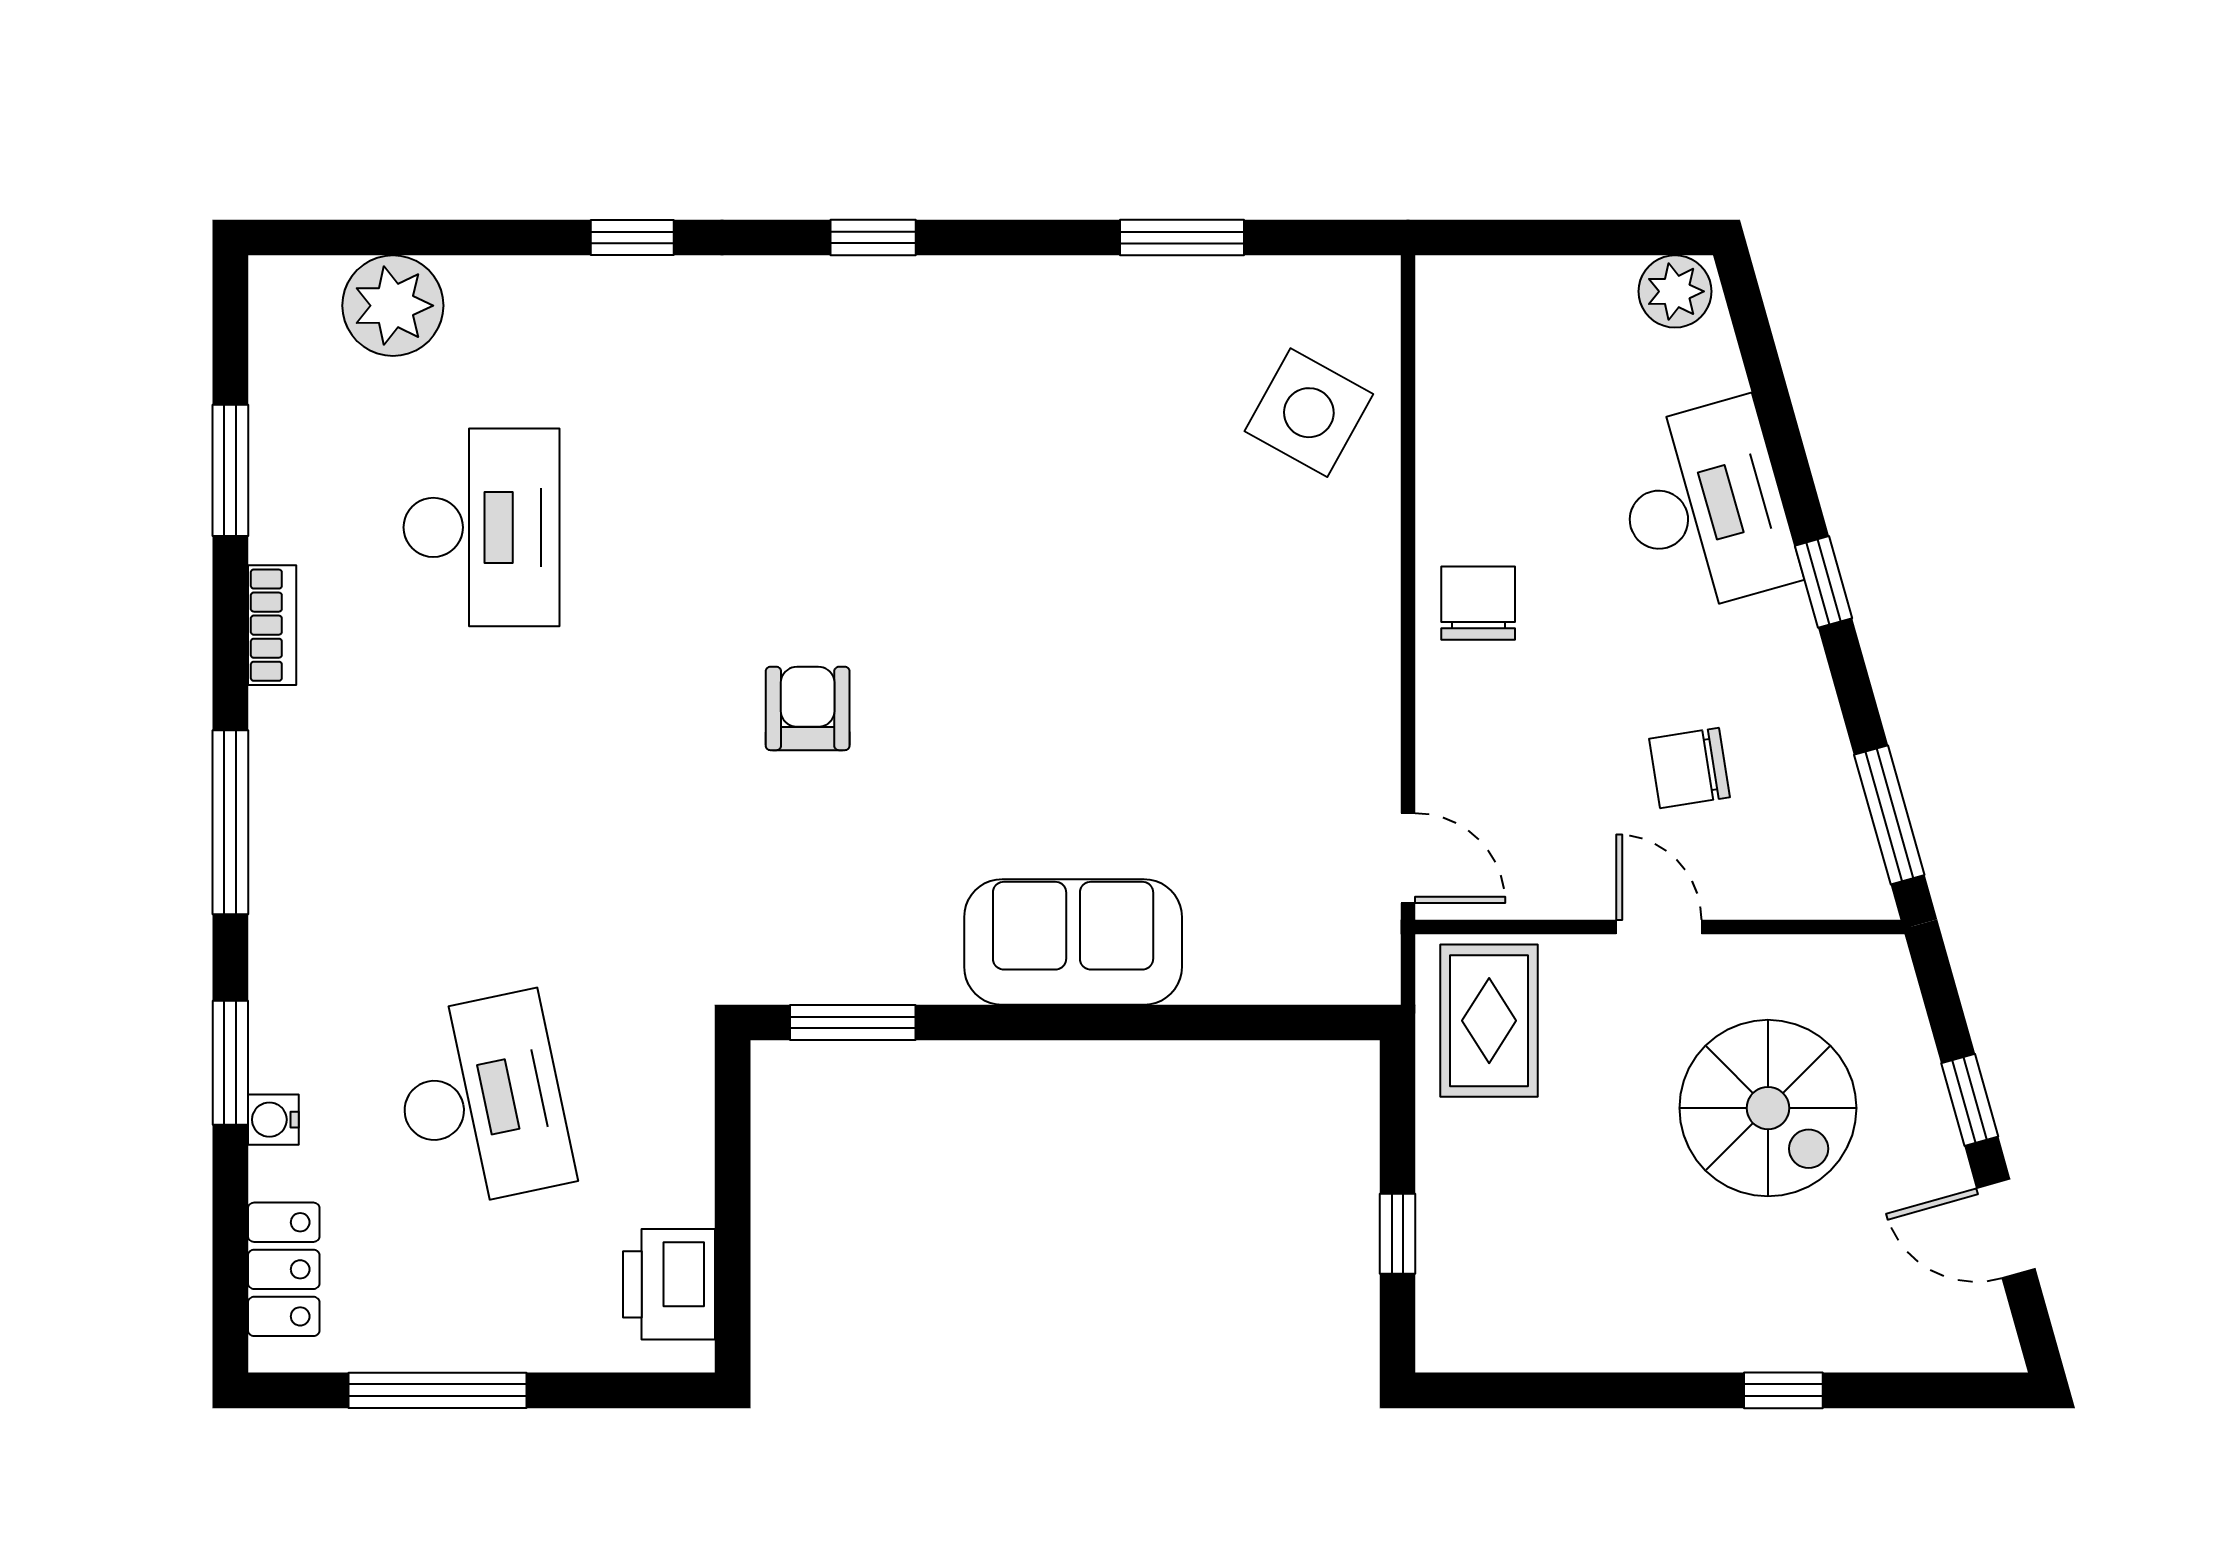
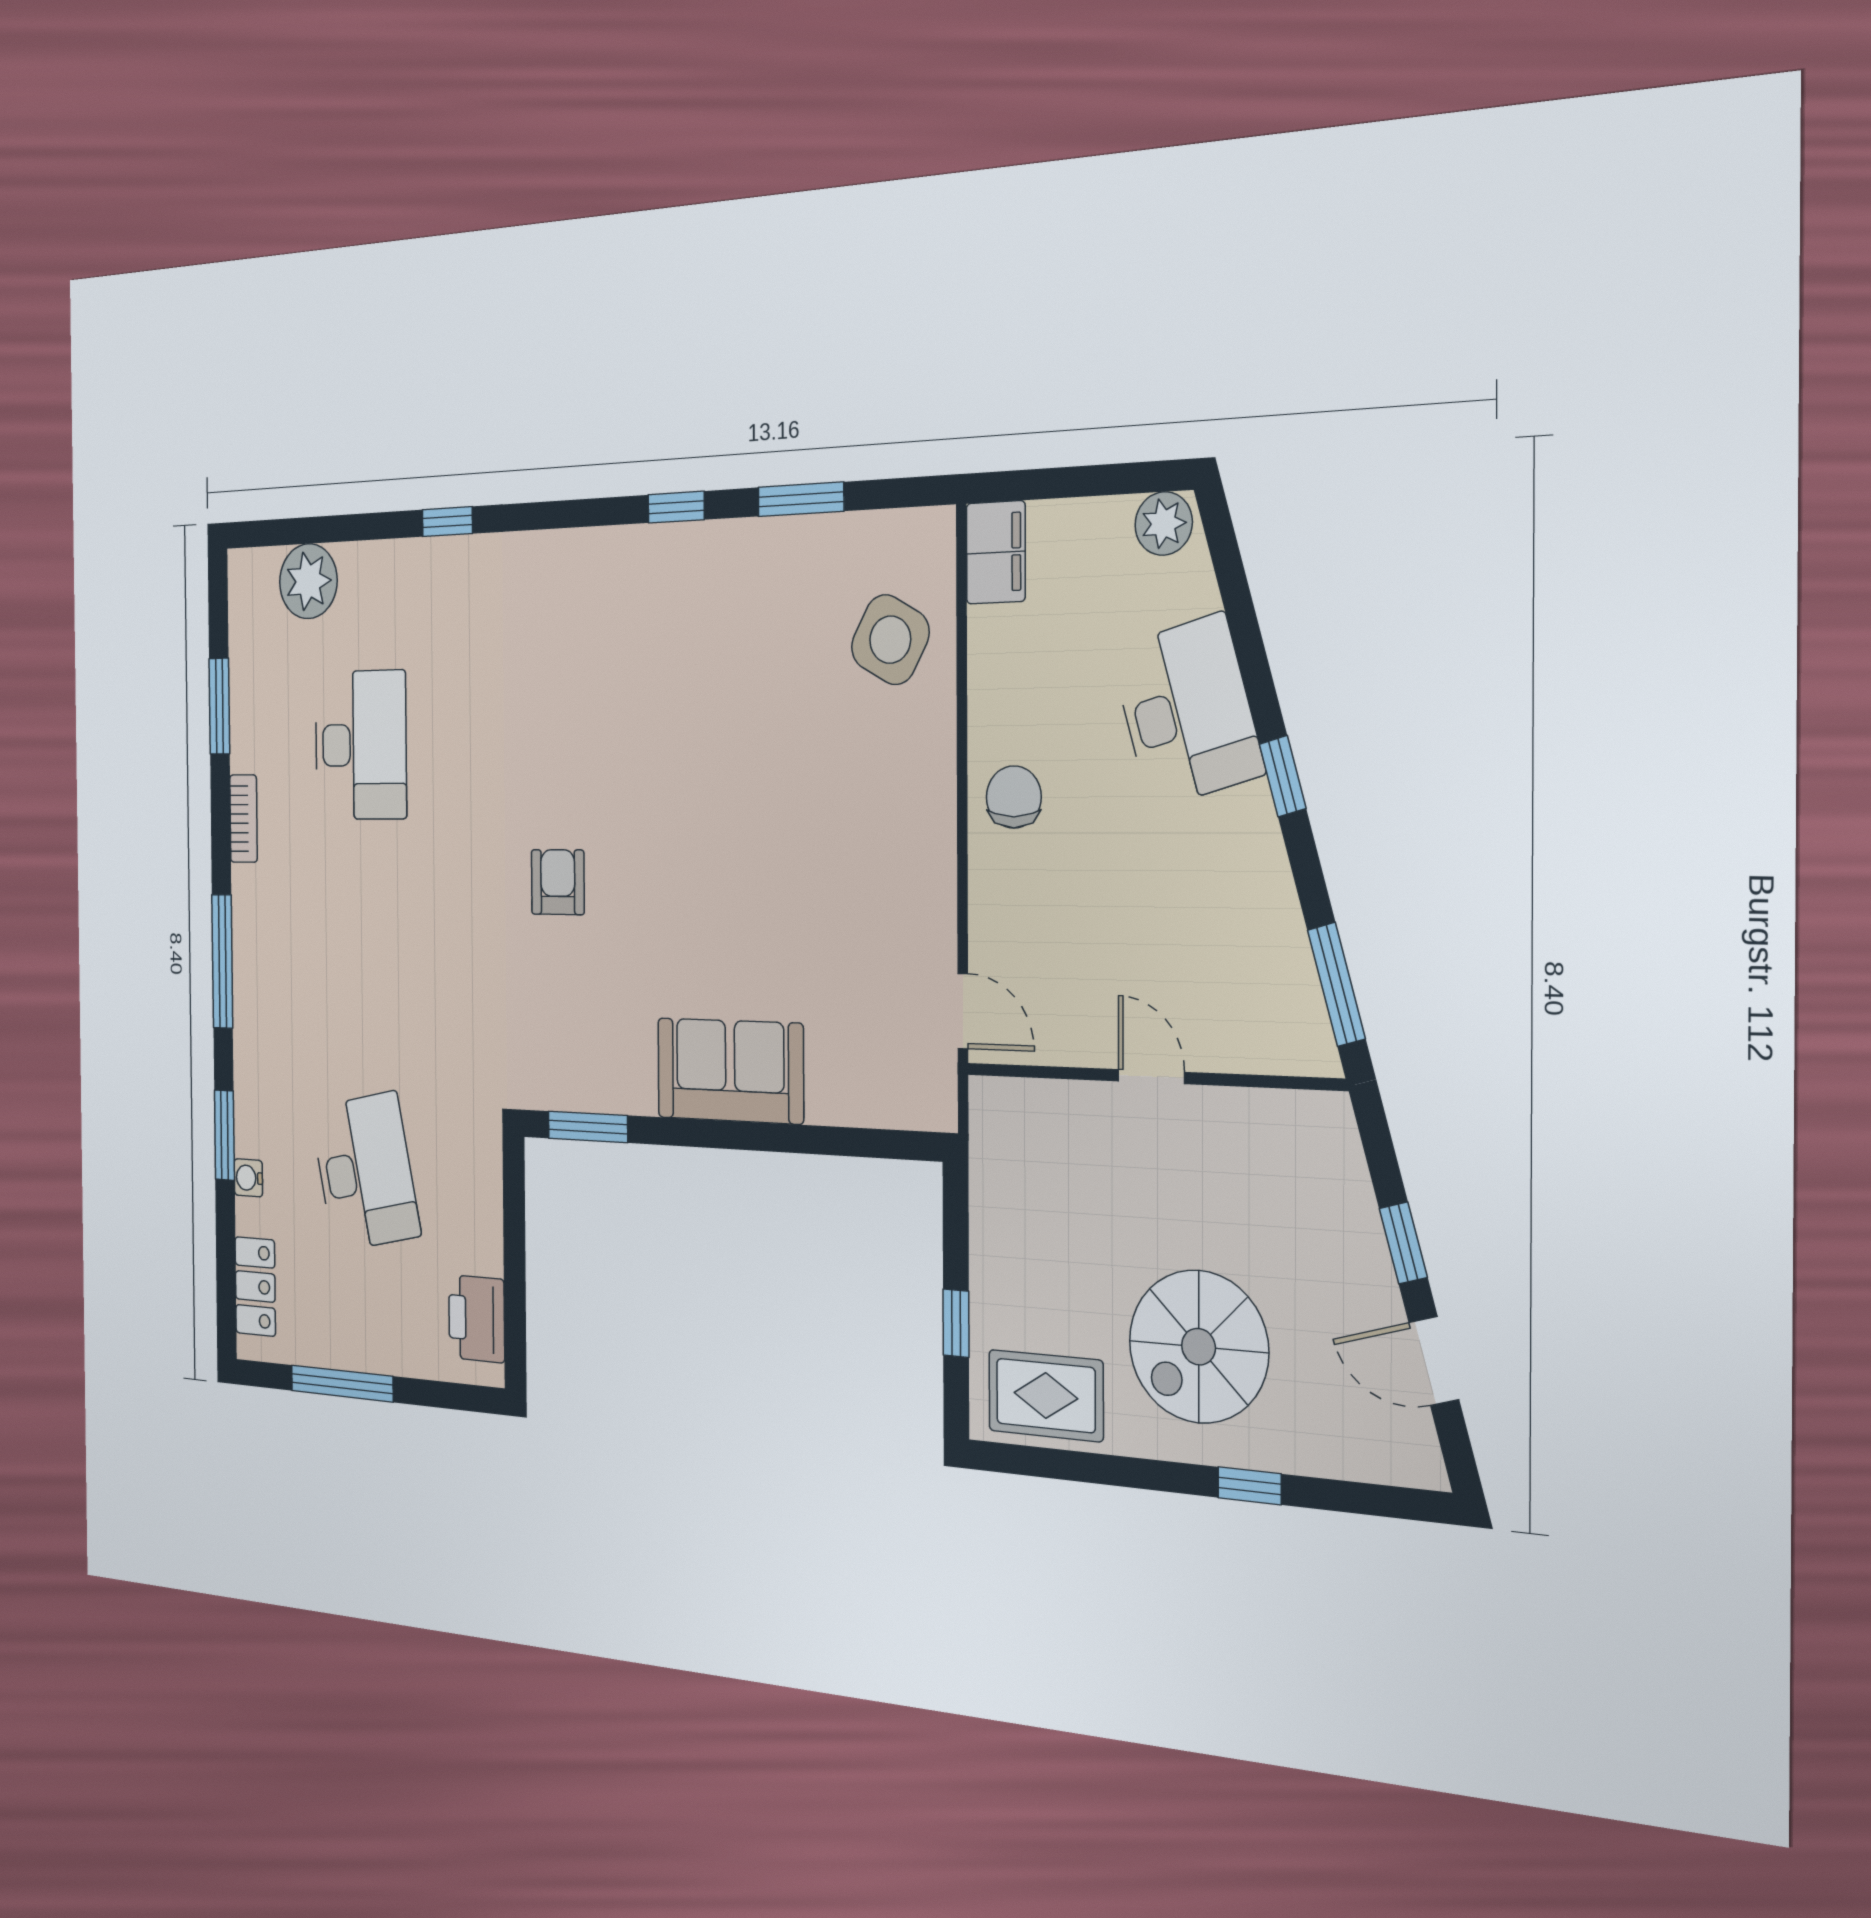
window: (873, 237) -> (676, 507), moved
filing cabinet: (1455, 314) -> (996, 552), added
chair: (1690, 768) -> (1175, 939), removed
rug: (1489, 1021) -> (1046, 1396), moved, turned 90
spiral stairs: (1768, 1108) -> (1199, 1347), moved, turned 90

